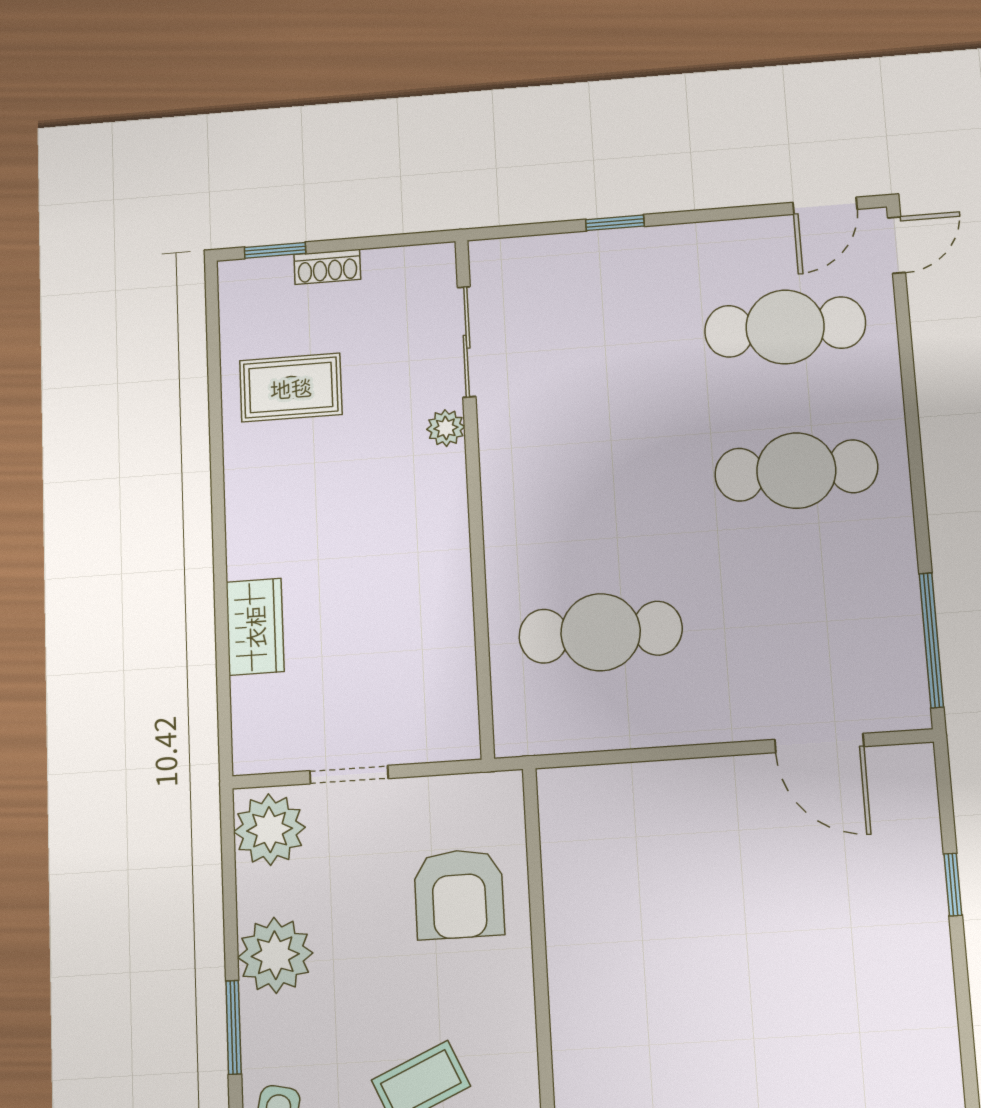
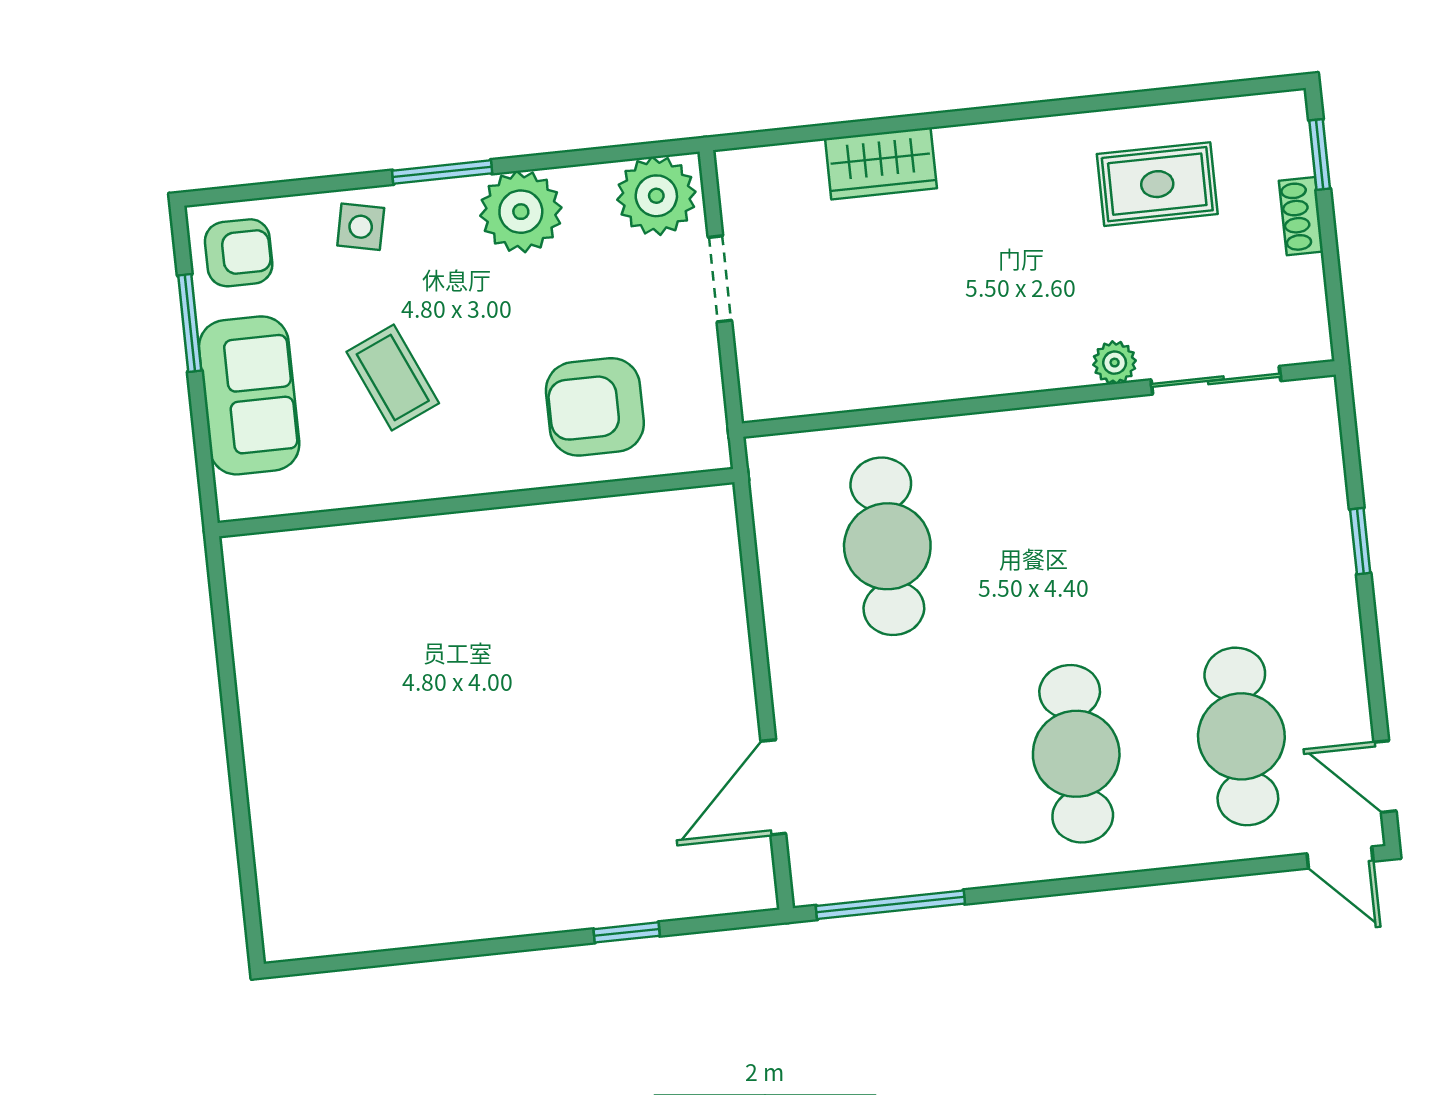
rug: (291, 388) -> (1157, 184), turned 90

